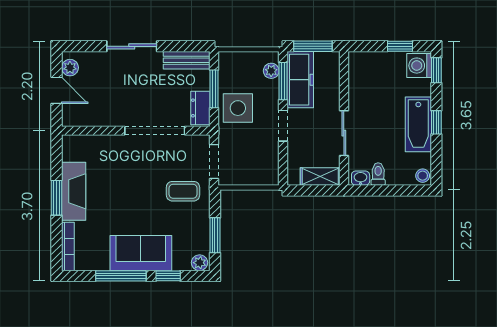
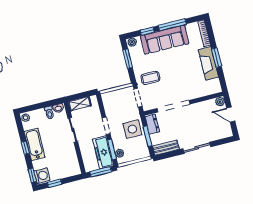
plant: (70, 68) -> (220, 102), moved
sofa: (141, 253) -> (165, 40), width x1.36

